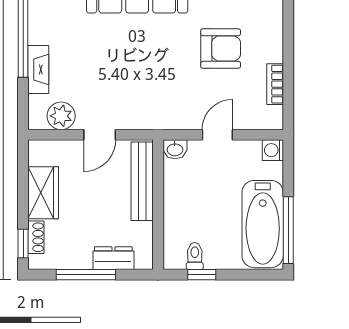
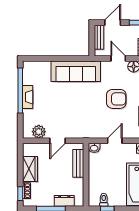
fireplace: (38, 70) -> (28, 97), moved
bench: (142, 181) -> (78, 163), width x0.73

